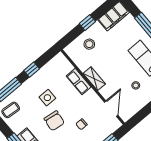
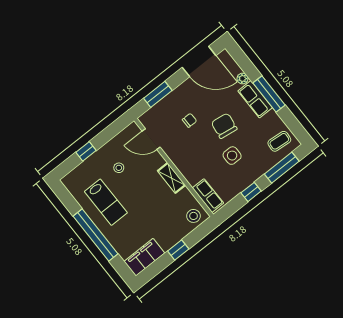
stool: (89, 44) -> (194, 216), moved
row of seats: (79, 81) -> (208, 196), moved
door: (111, 109) -> (151, 139), hinge flipped

